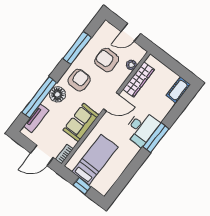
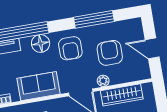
plant: (131, 65) -> (103, 81), moved
armchair: (79, 80) -> (70, 48), turned 90

